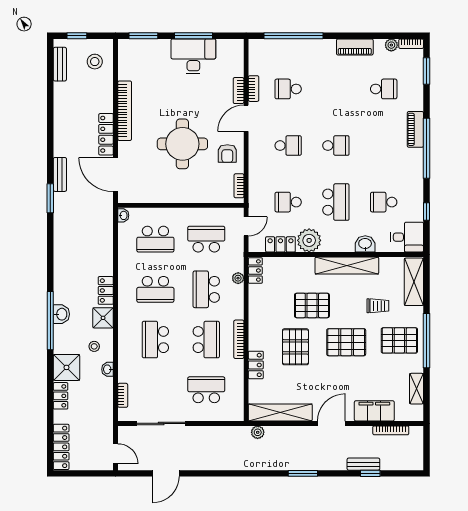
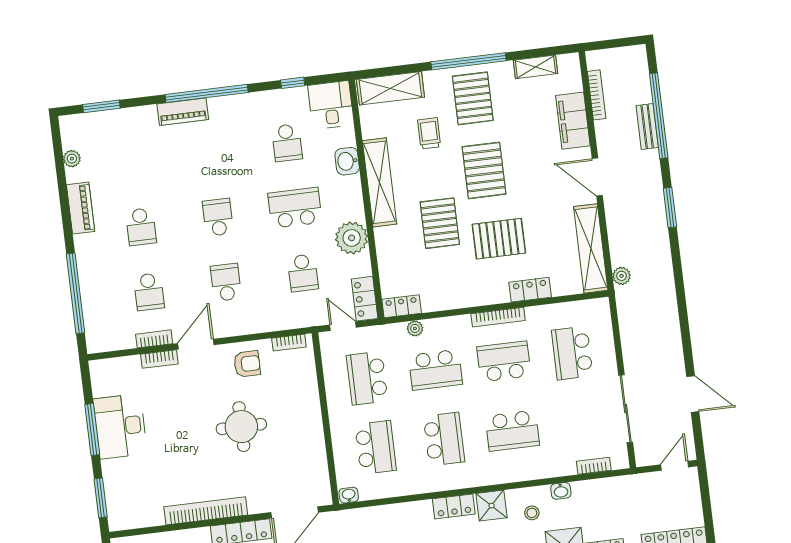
bookcase: (411, 44) -> (67, 132), removed
school desk: (384, 89) -> (141, 227), moved, turned 180
door: (246, 118) -> (196, 344), swing flipped
round table: (182, 144) -> (241, 427), width x0.73, depth x0.73
locker: (280, 244) -> (365, 299), moved
window: (370, 473) -> (659, 116), width x3.17

